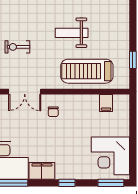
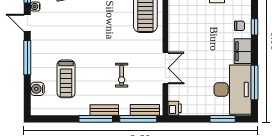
weight bench: (72, 33) -> (108, 22), removed
chair: (53, 112) -> (240, 26), moved

